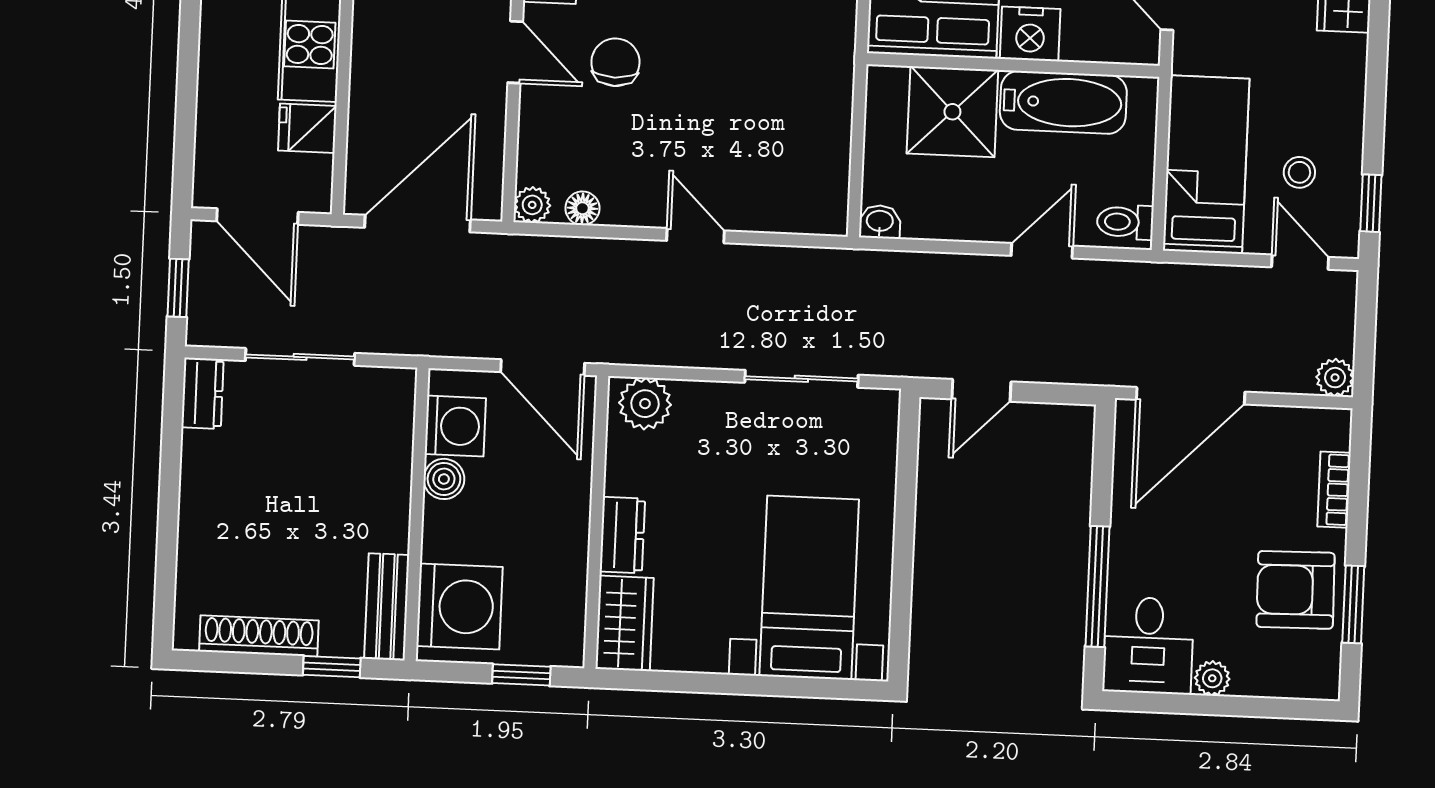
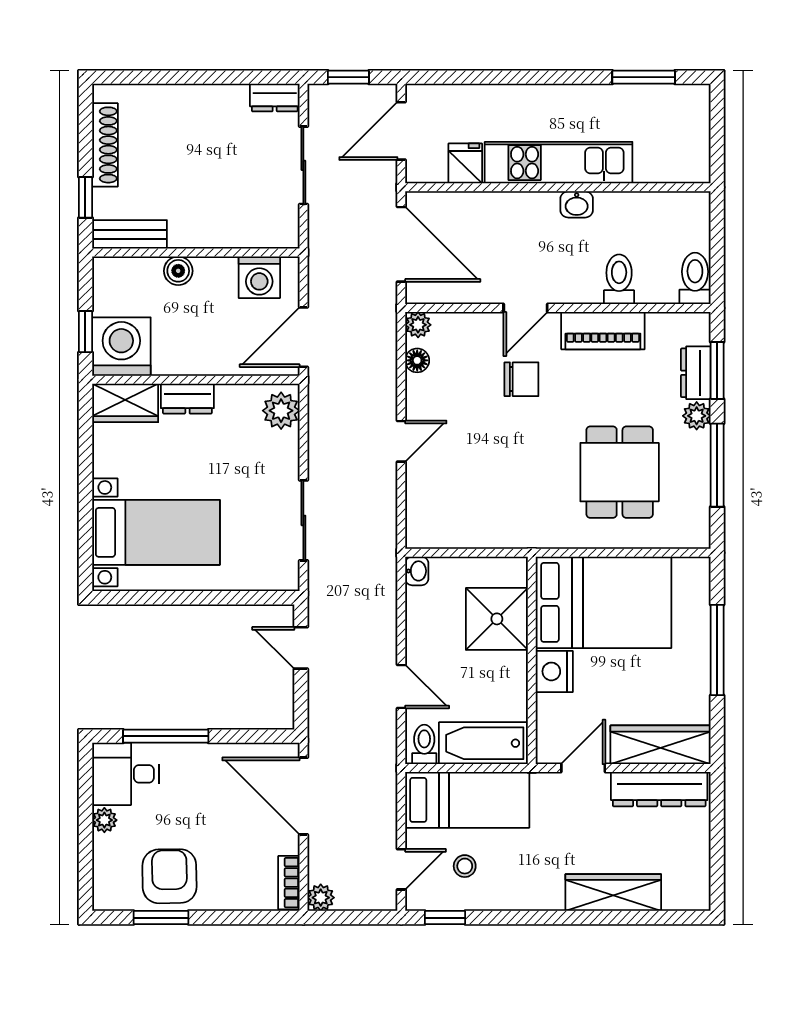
bathtub: (1063, 102) -> (483, 743), moved, turned 90
boiler: (444, 479) -> (178, 271), moved
bookcase: (1334, 490) -> (289, 883), moved, turned -90
washing machine: (460, 607) -> (121, 347), moved, turned 180

